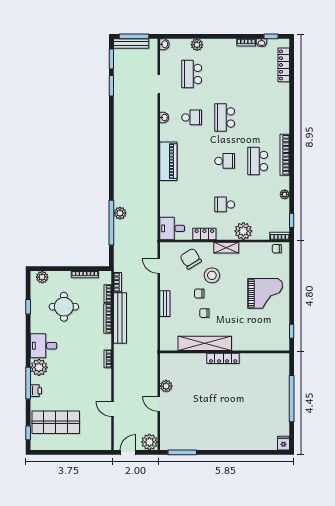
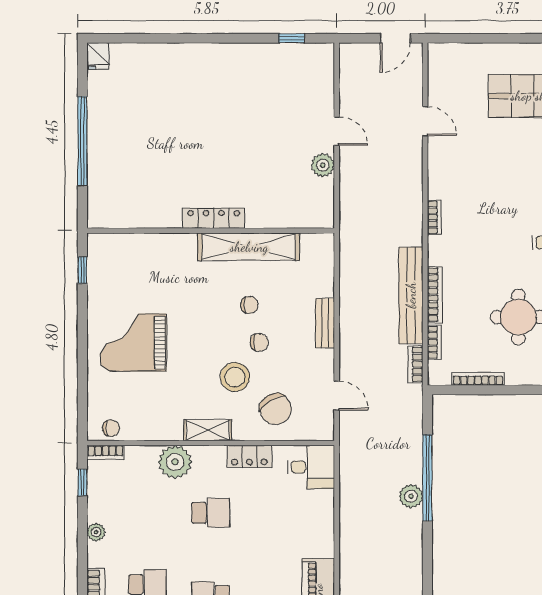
plant: (149, 442) -> (355, 58), removed
window: (182, 452) -> (292, 38), width x0.46

